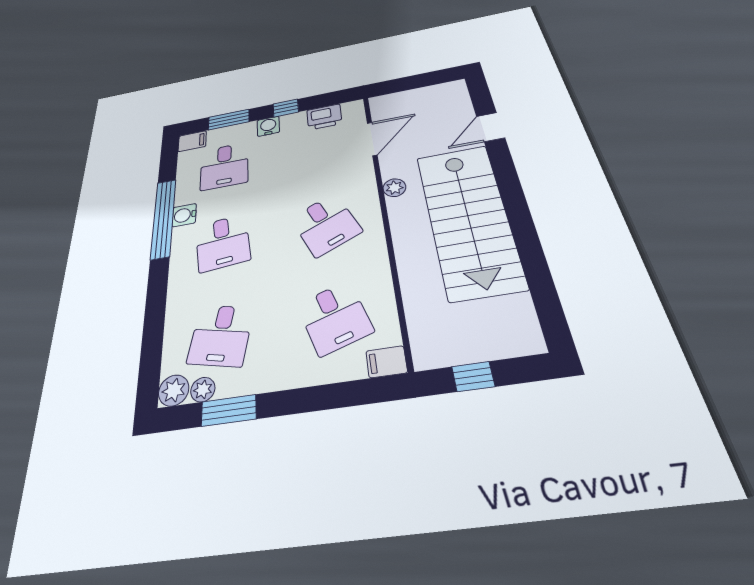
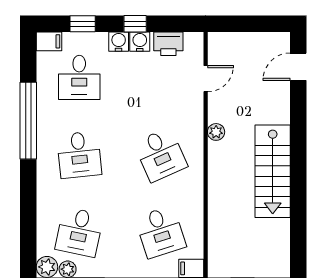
window: (229, 120) -> (83, 24), width x0.67
door: (490, 127) -> (298, 67), moved
door: (372, 139) -> (206, 79), width x0.73
water cooler: (184, 215) -> (140, 42), moved, turned 90
stairs: (468, 219) -> (273, 171), width x0.73, depth x0.66

